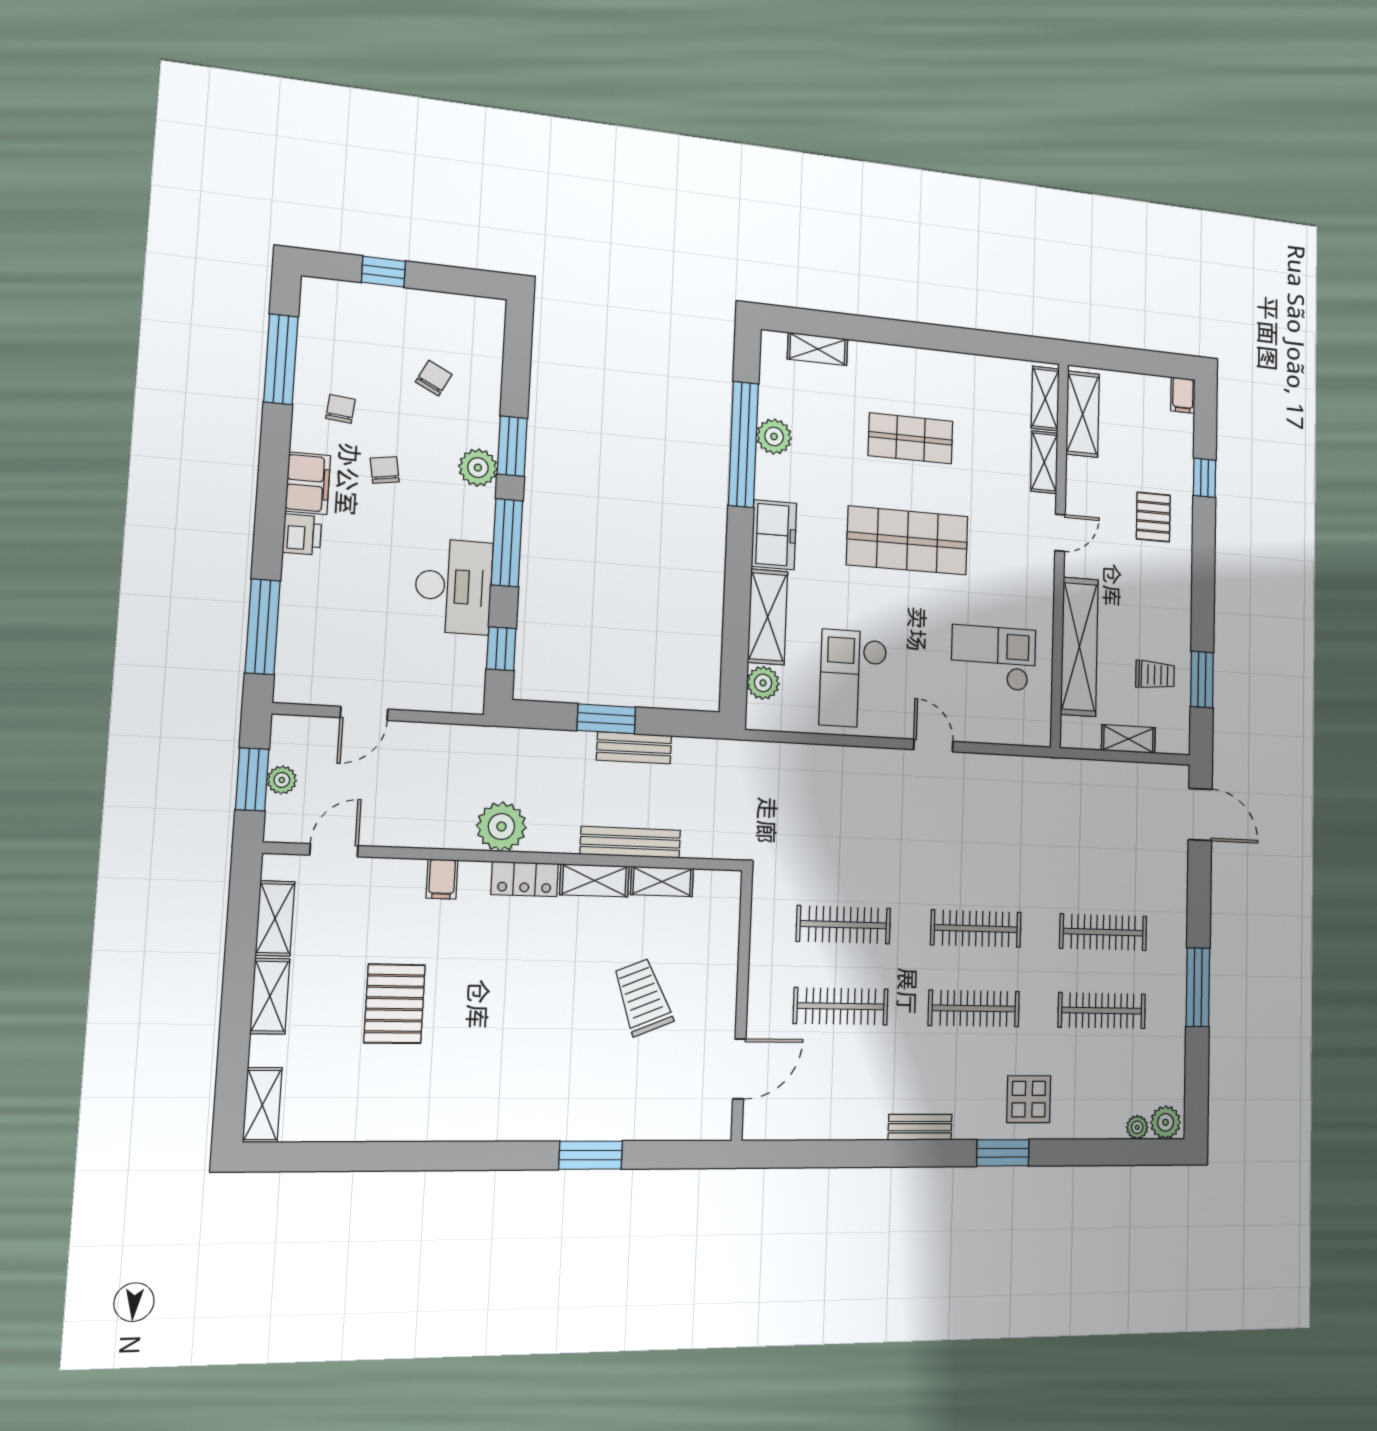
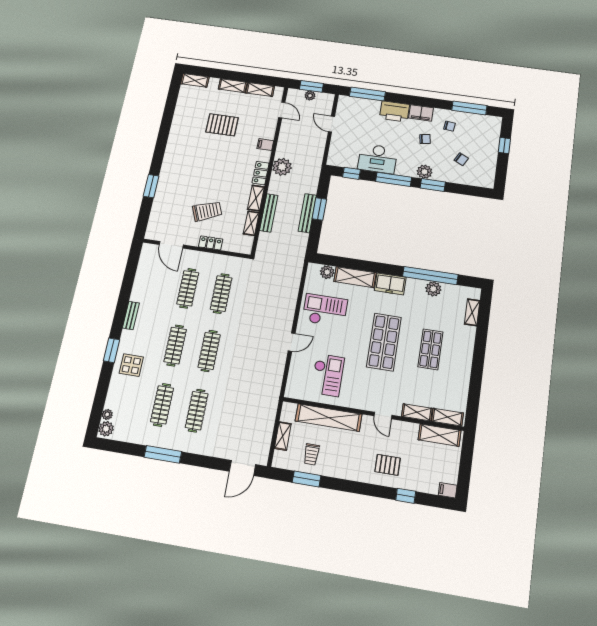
printer: (302, 535) -> (394, 111), width x1.87, depth x1.48
bench: (634, 748) -> (307, 213), width x1.36
locker: (724, 973) -> (211, 243), added

